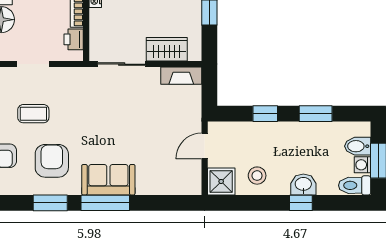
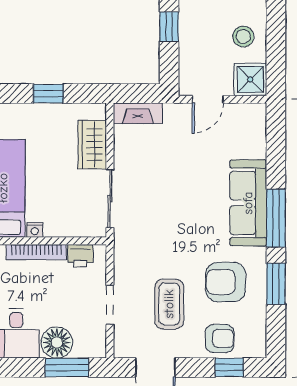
fireplace: (181, 76) -> (138, 113), moved, turned 90
coffee table: (33, 114) -> (169, 304), width x1.36, depth x1.30
door: (205, 146) -> (208, 99), hinge flipped
sofa: (108, 180) -> (248, 203), width x1.36

